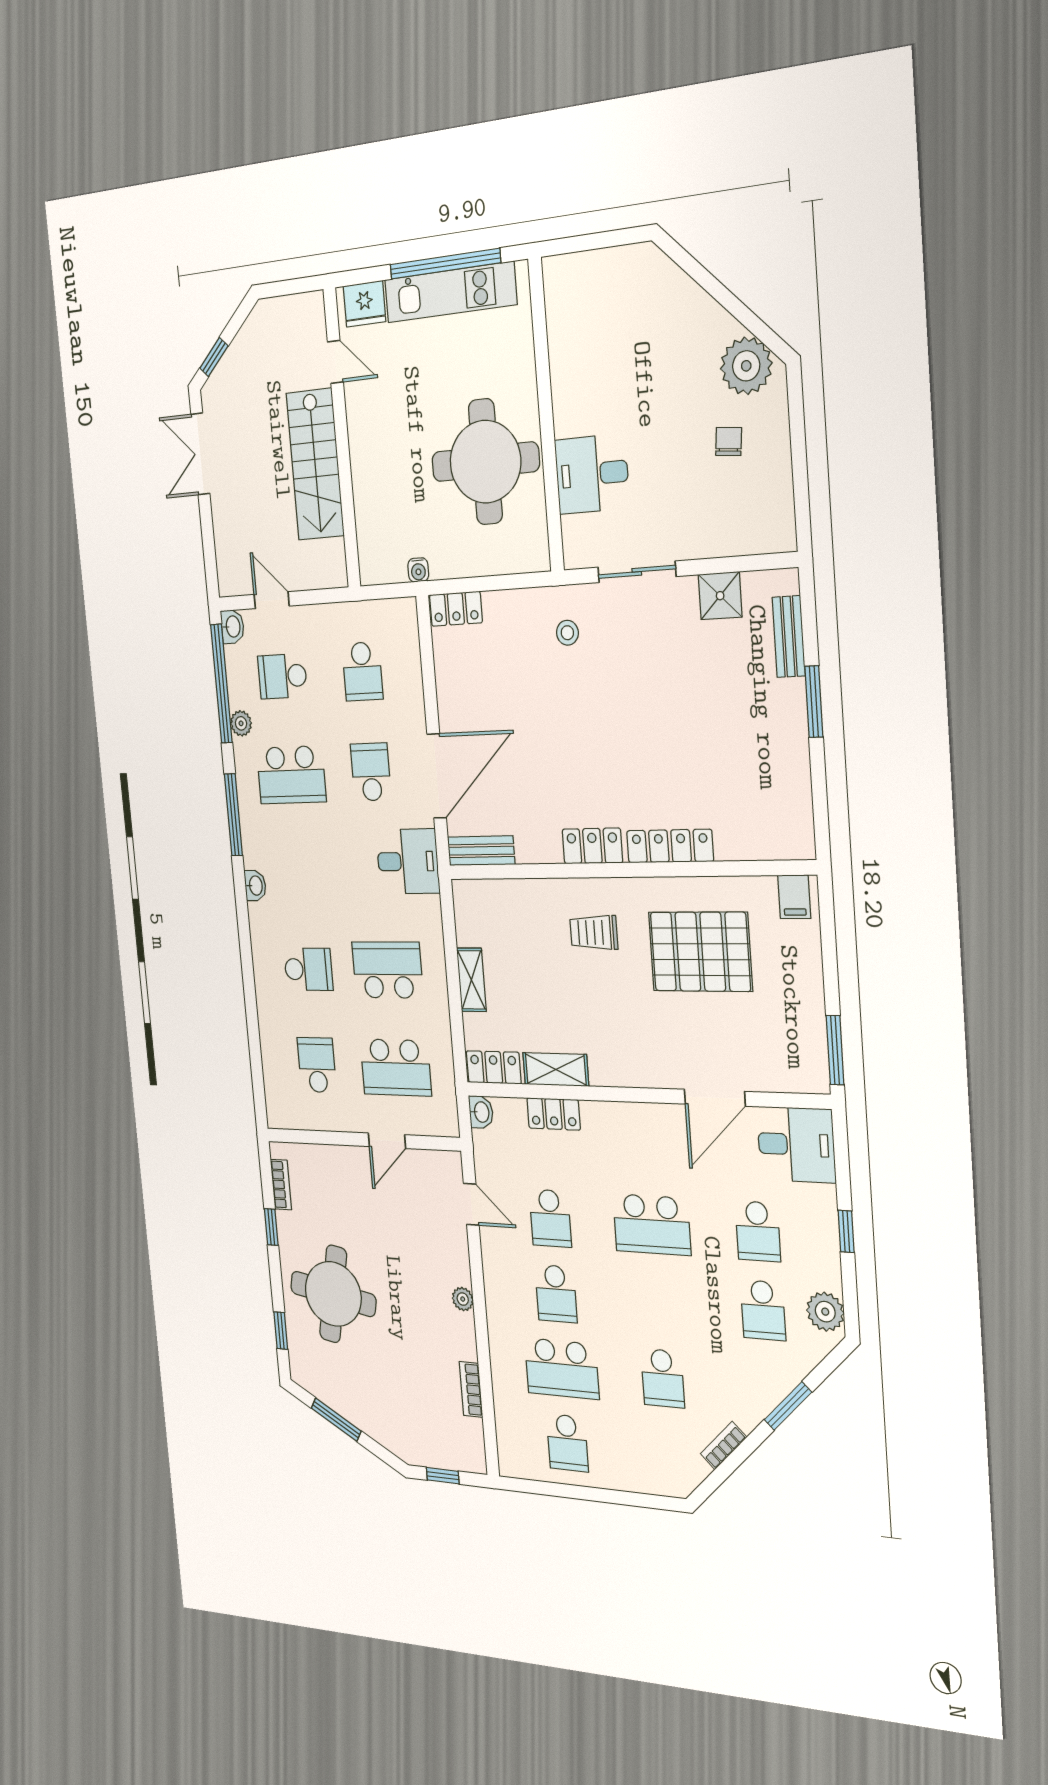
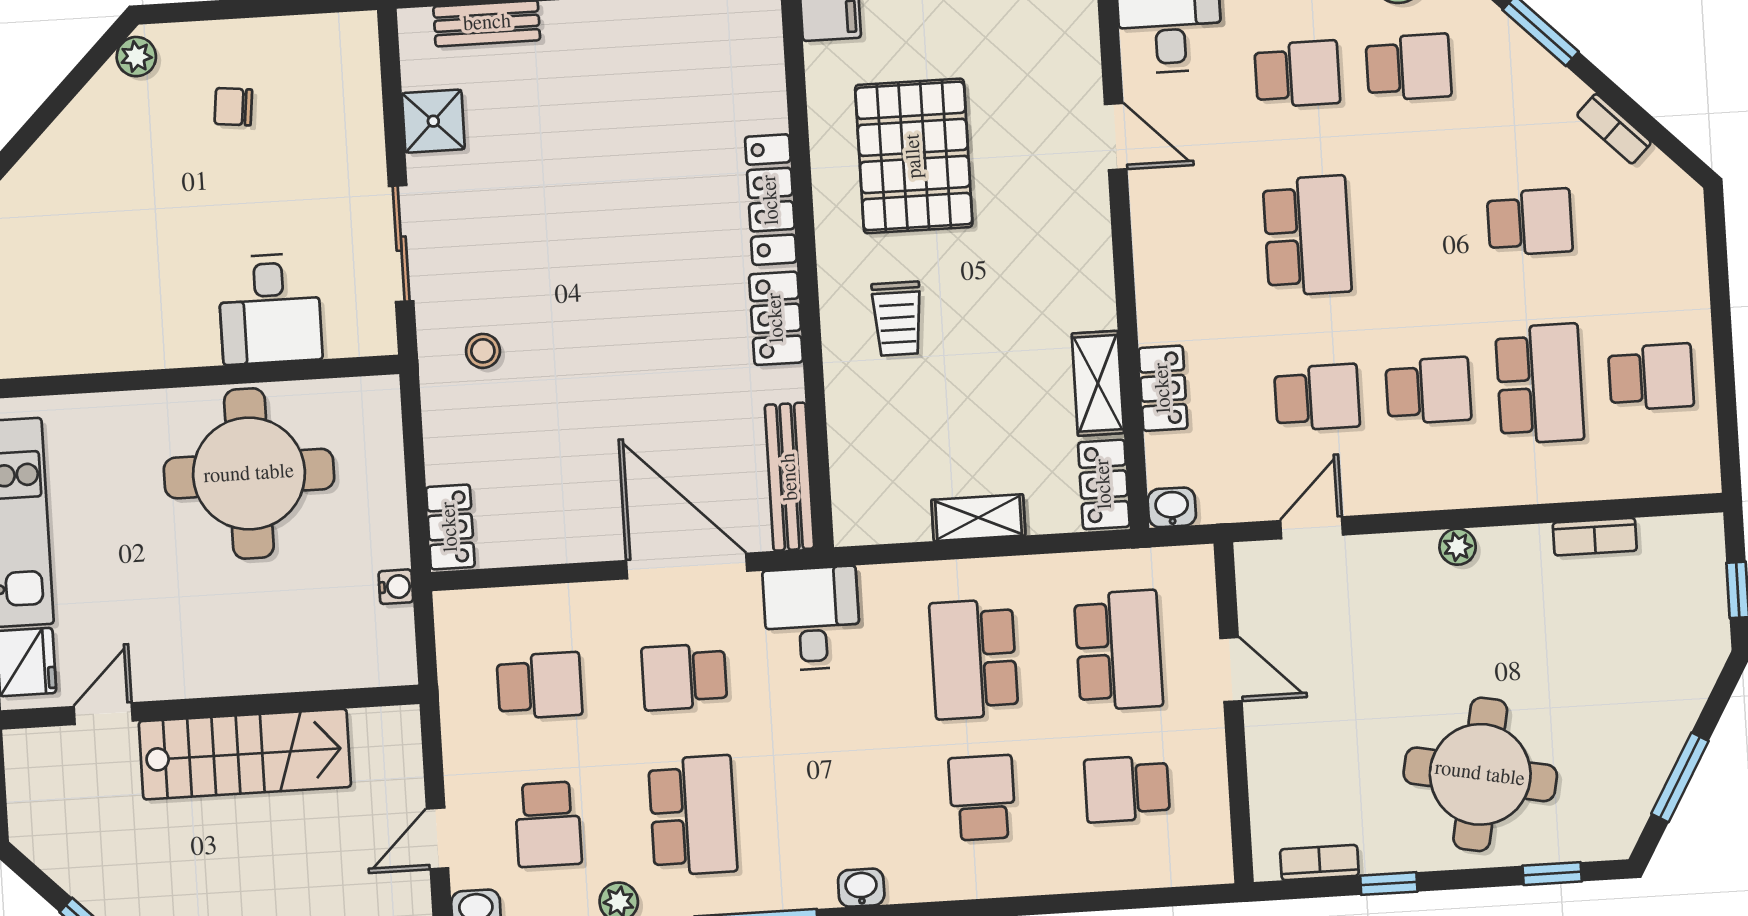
plant: (746, 366) -> (136, 57), width x0.53, depth x0.53
bench: (481, 851) -> (790, 477), width x1.36
door: (715, 1098) -> (1116, 137), width x0.73

